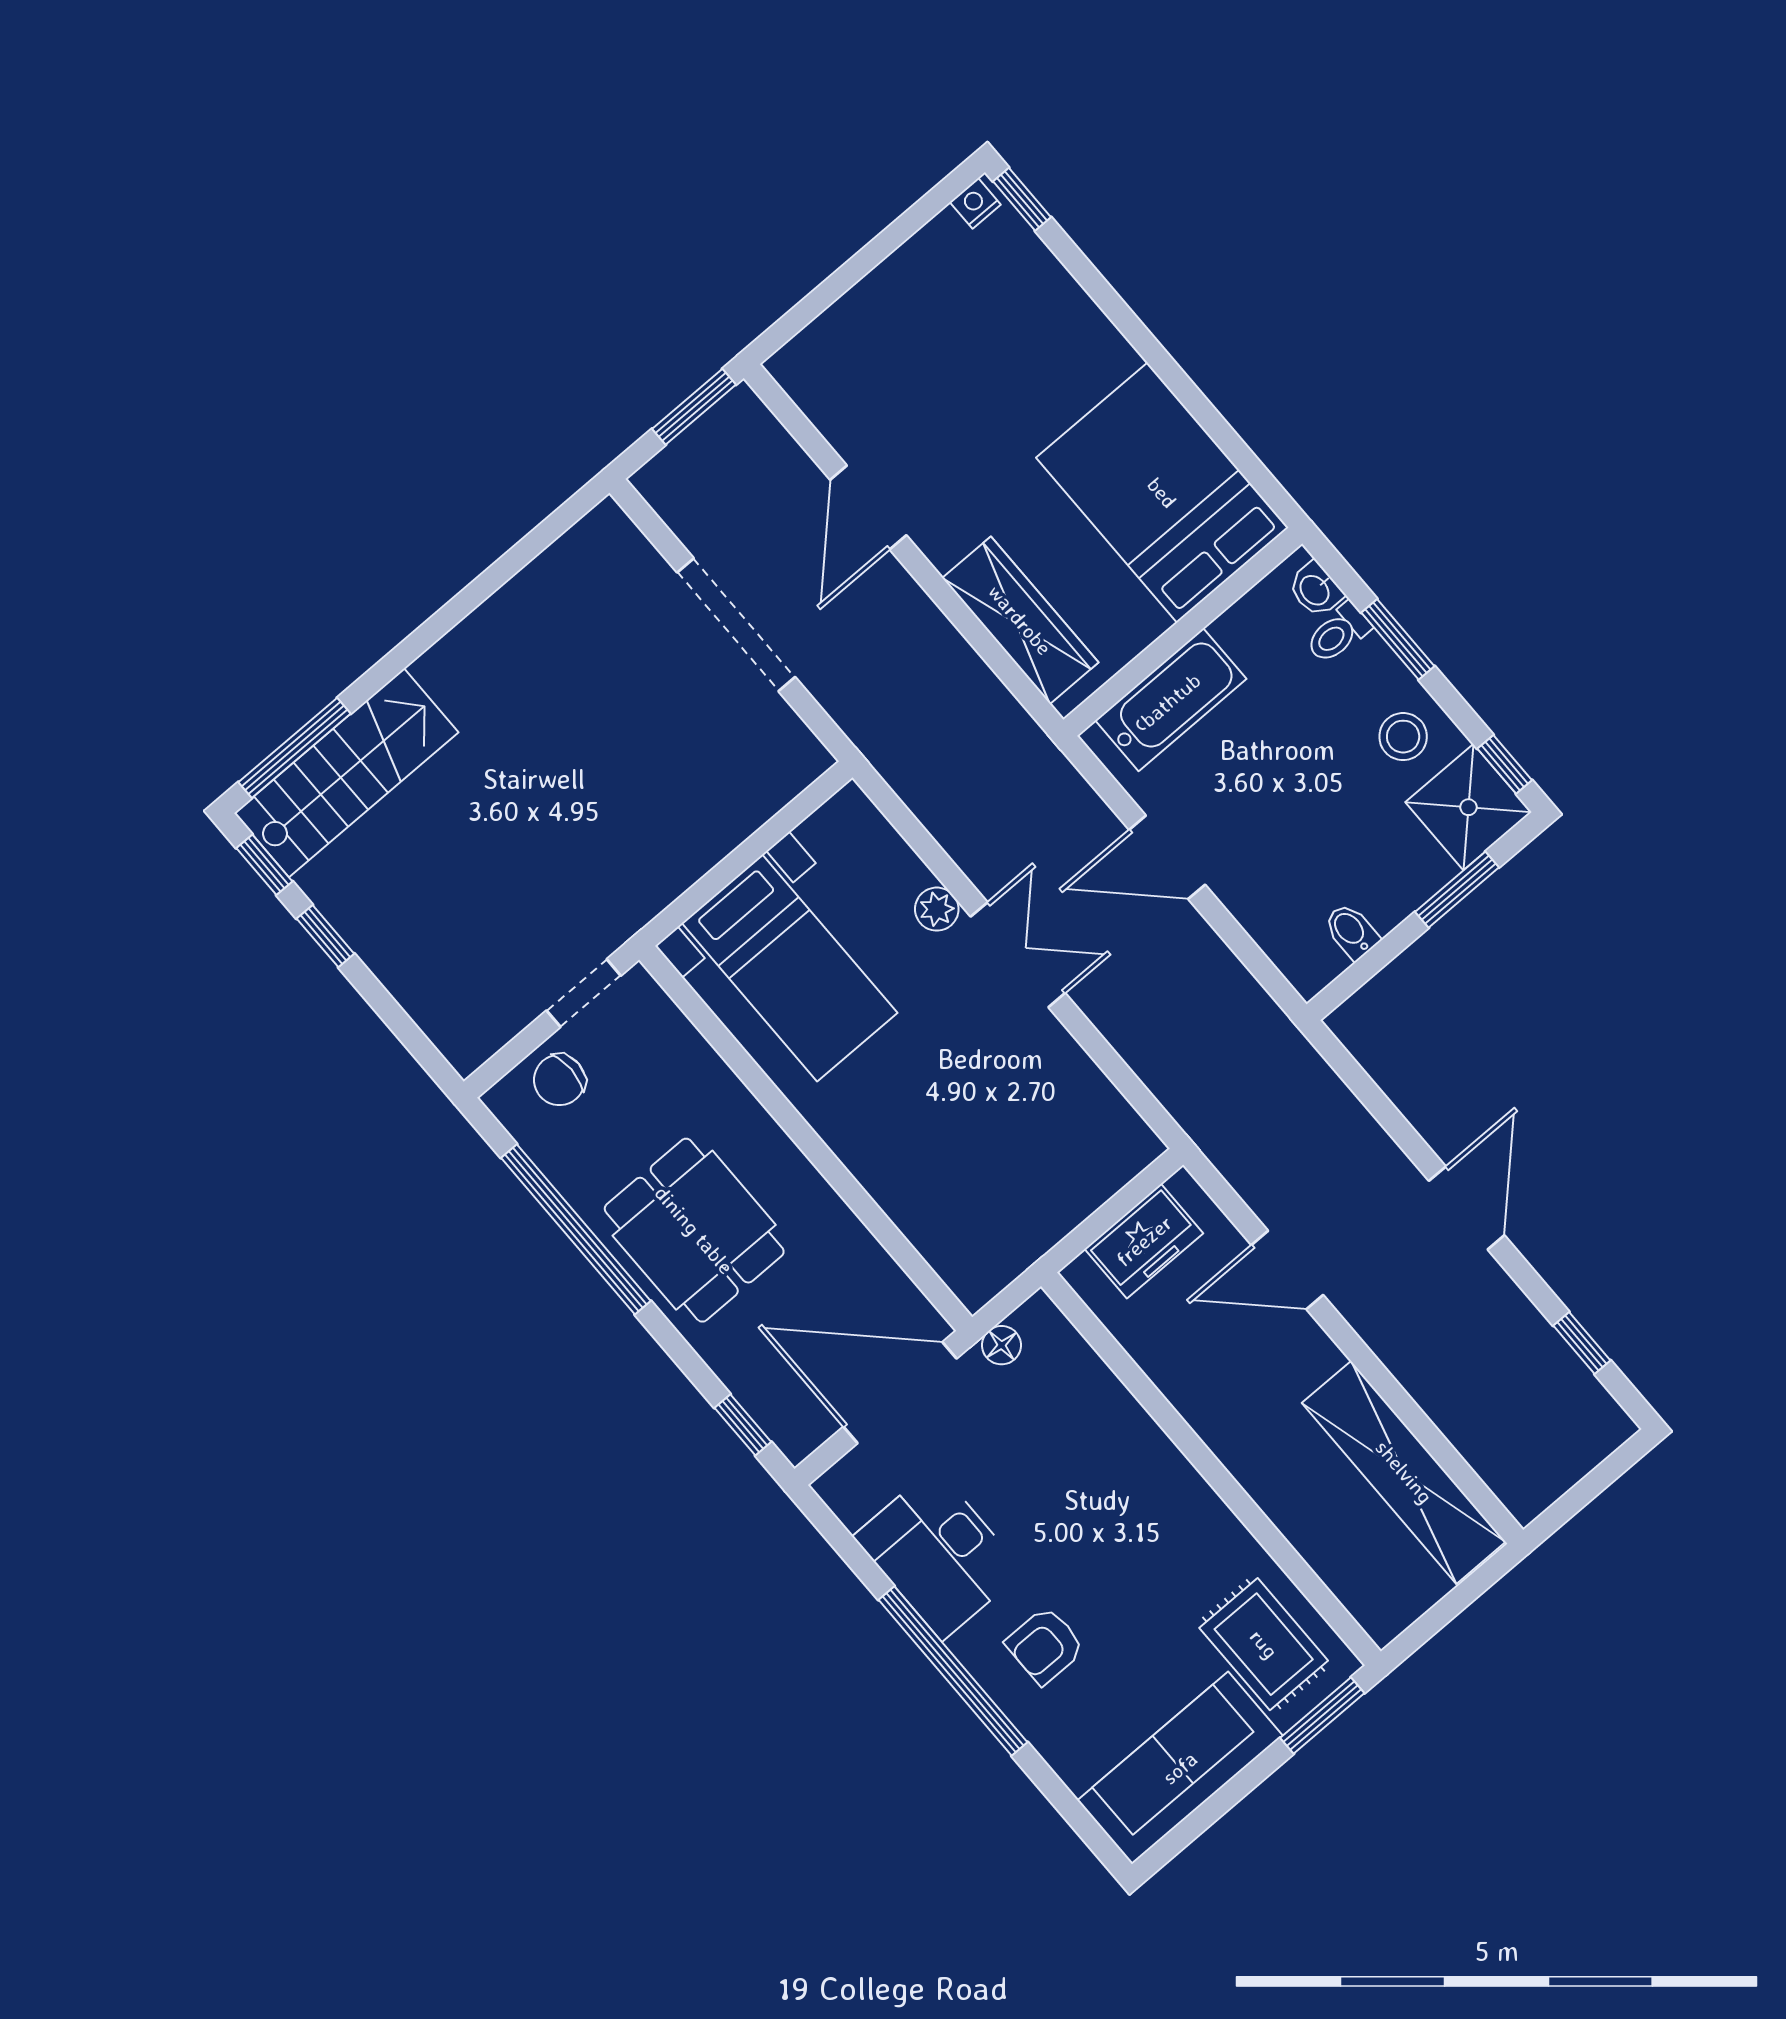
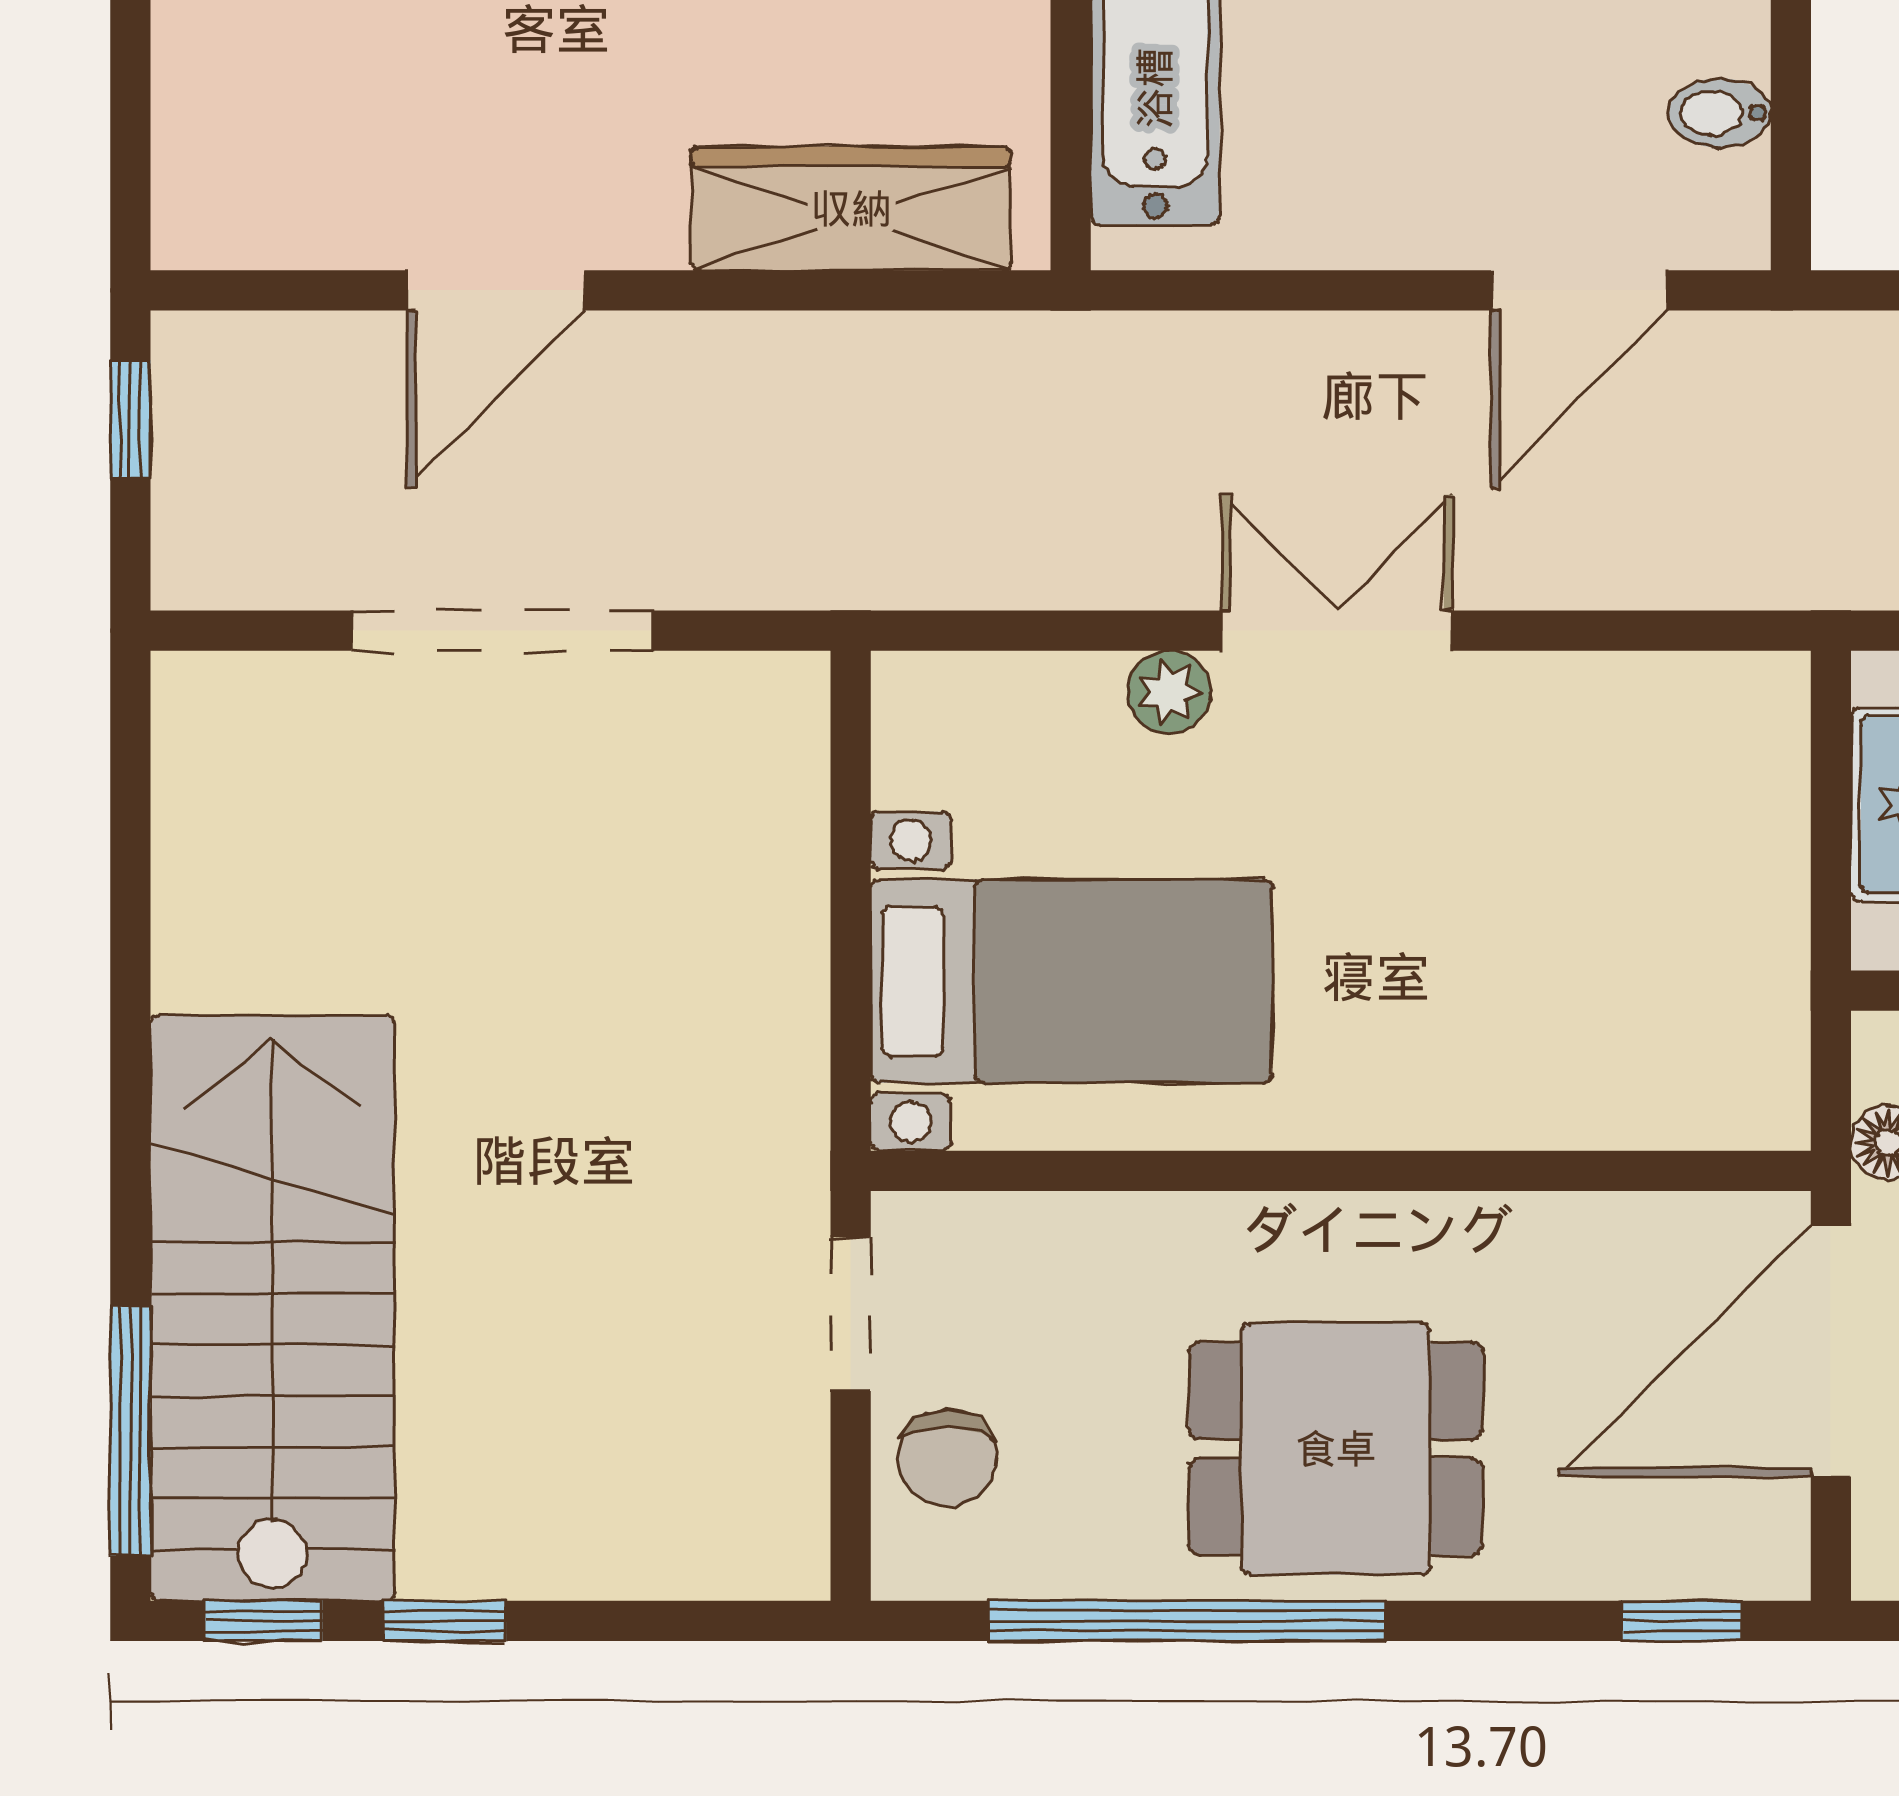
window: (694, 407) -> (130, 420), width x0.67
door: (868, 507) -> (496, 290), hinge flipped
stairs: (346, 773) -> (272, 1308), width x1.36, depth x1.51
door: (1167, 857) -> (1579, 290), moved

